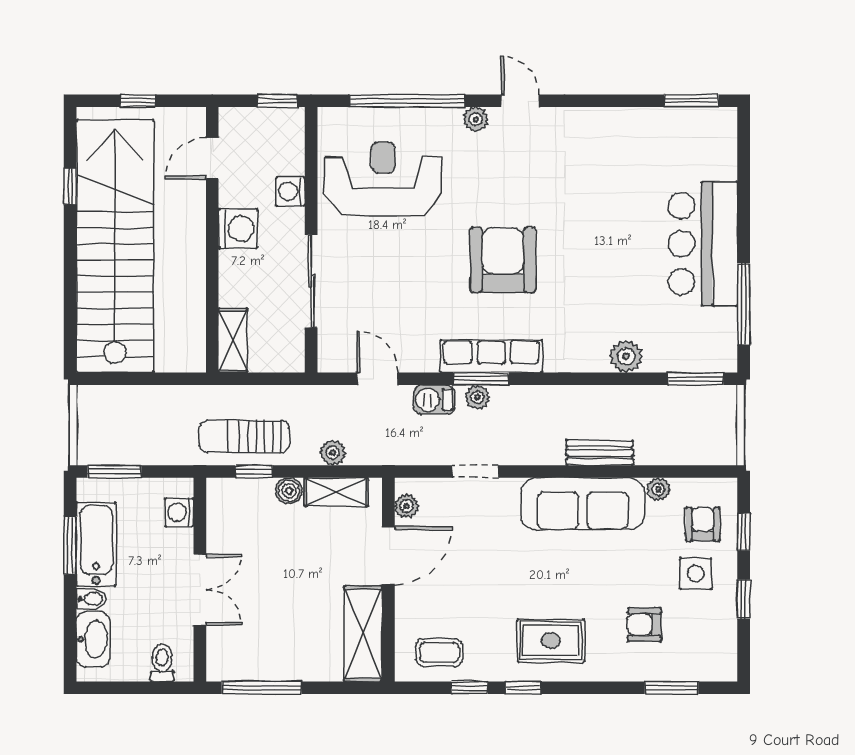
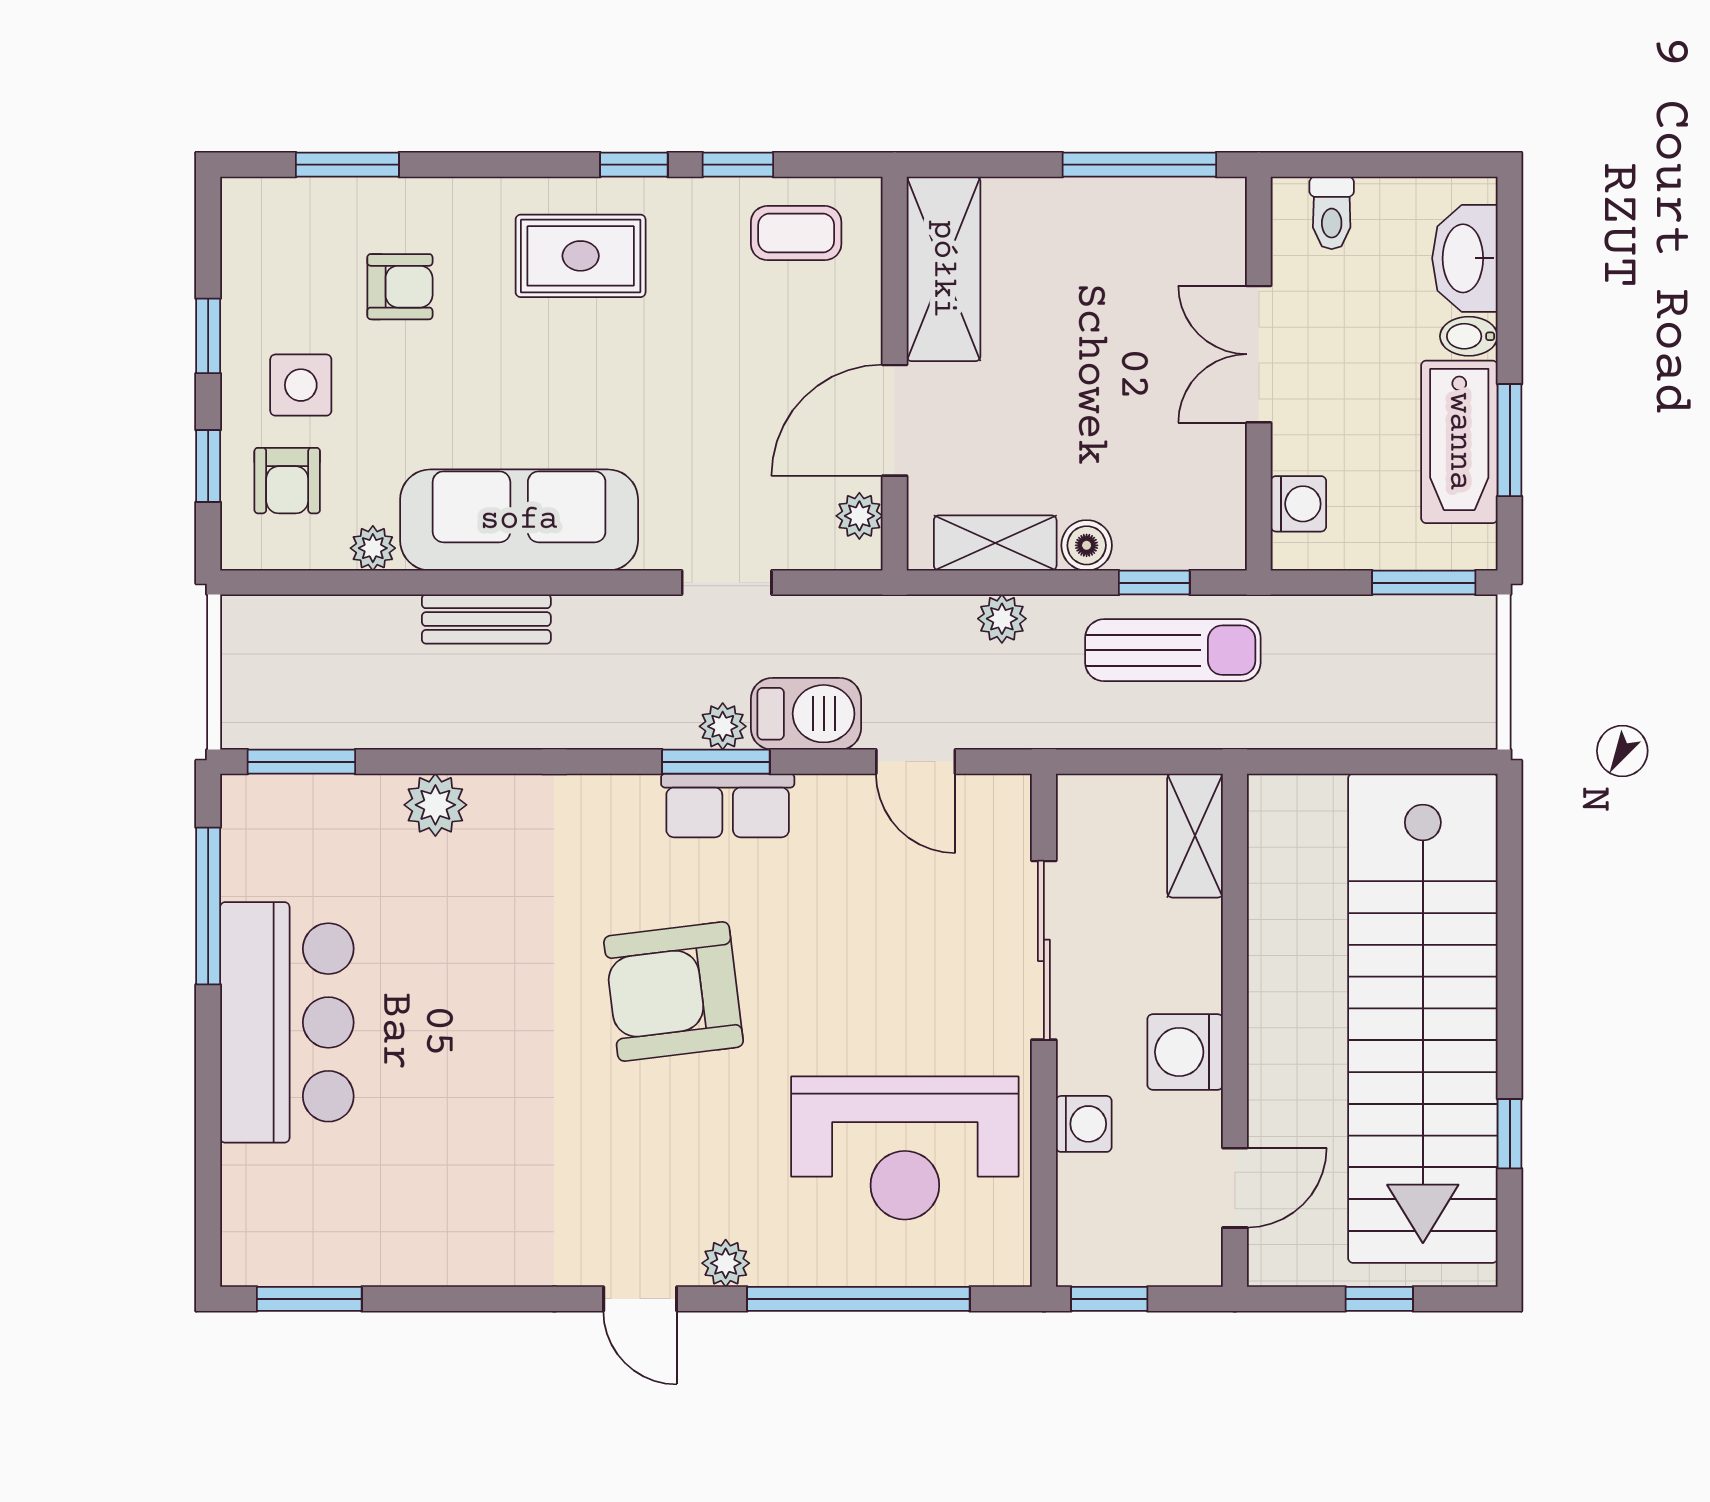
armchair: (503, 260) -> (674, 991), turned 83
row of seats: (491, 356) -> (728, 805), width x0.68
barbecue: (434, 400) -> (806, 714), width x1.38, depth x1.27

